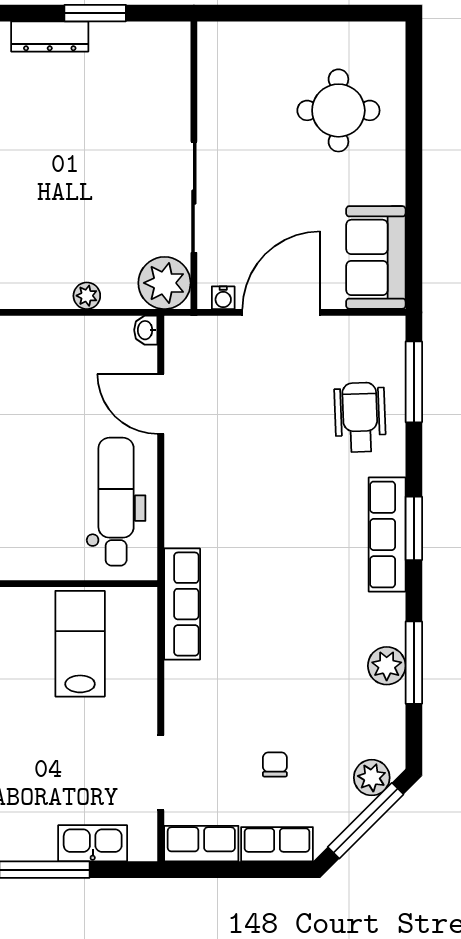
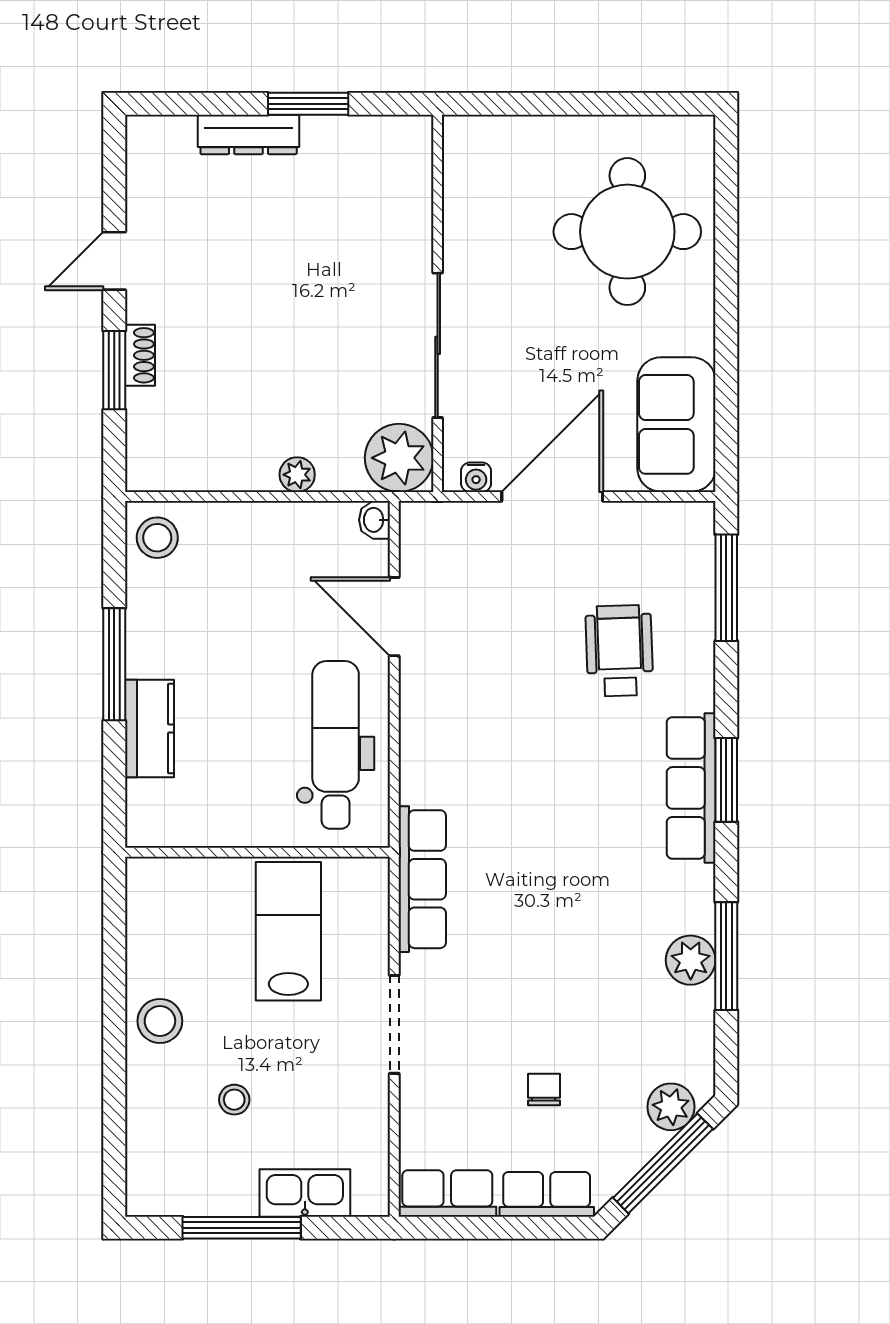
round table: (338, 110) -> (627, 232), width x1.36, depth x1.36
wheelchair: (360, 417) -> (619, 651), moved
stool: (39, 772) -> (234, 1100), added
doorway: (161, 773) -> (394, 1024), moved

